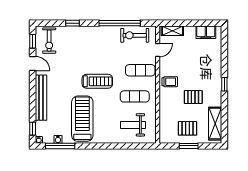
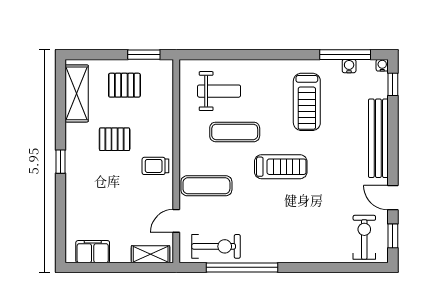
window: (73, 23) -> (324, 267), removed
treadmill: (97, 81) -> (281, 167), turned 180
exercise mat: (135, 96) -> (235, 132), moved
treadmill: (82, 119) -> (307, 102), width x0.73, depth x0.73
window: (189, 146) -> (144, 55), moved

